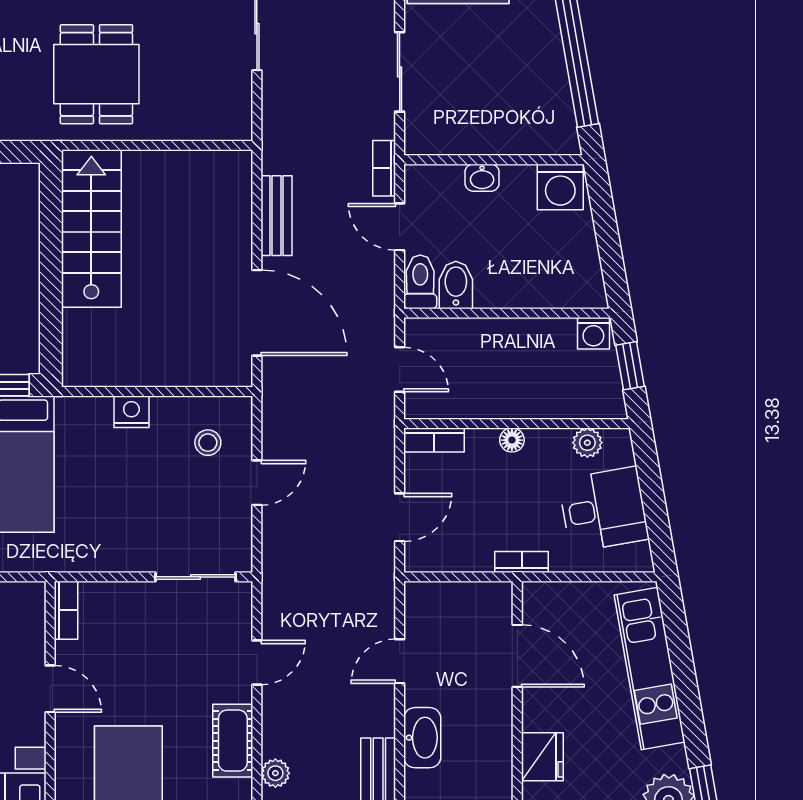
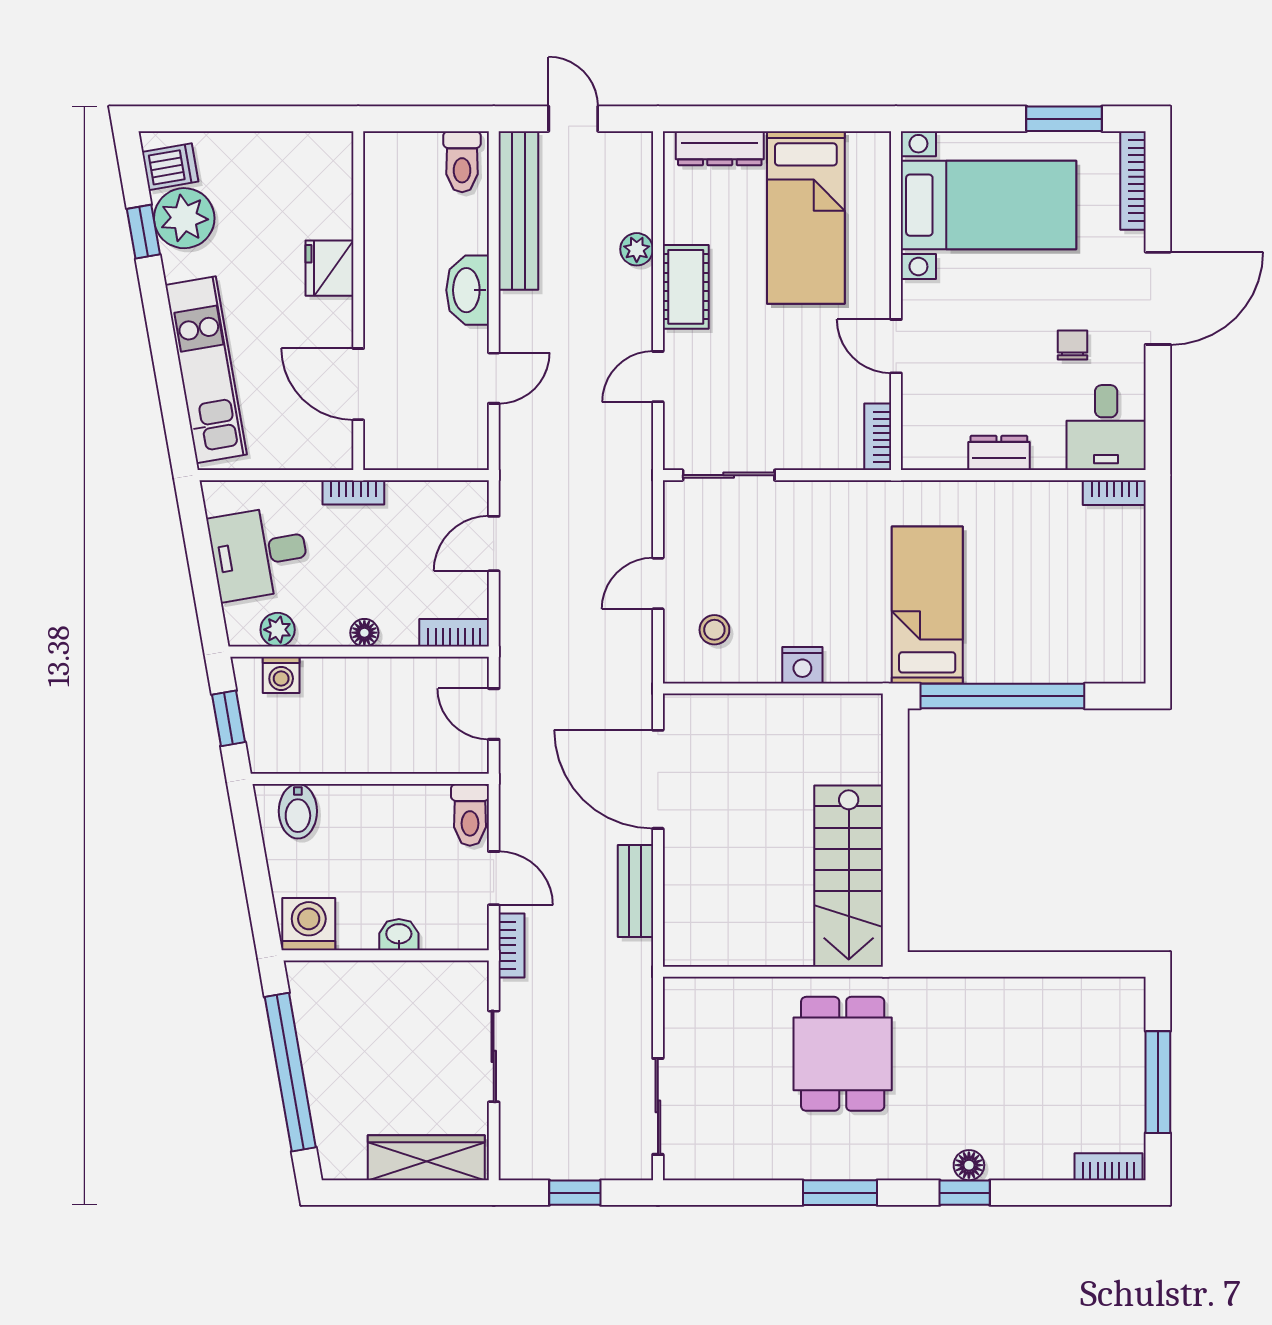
bidet: (456, 285) -> (298, 811), moved
washing machine: (593, 333) -> (281, 675), moved, turned 180

